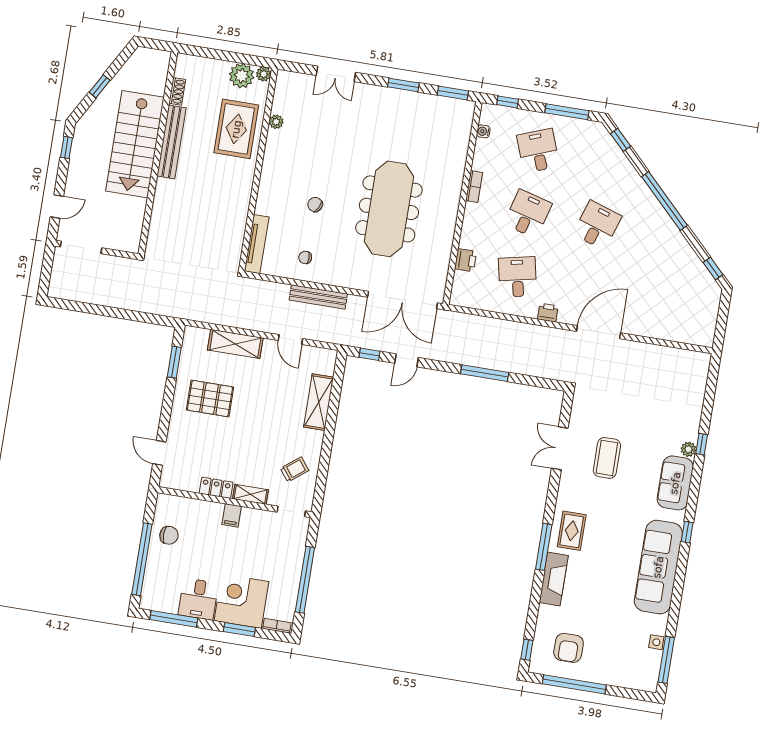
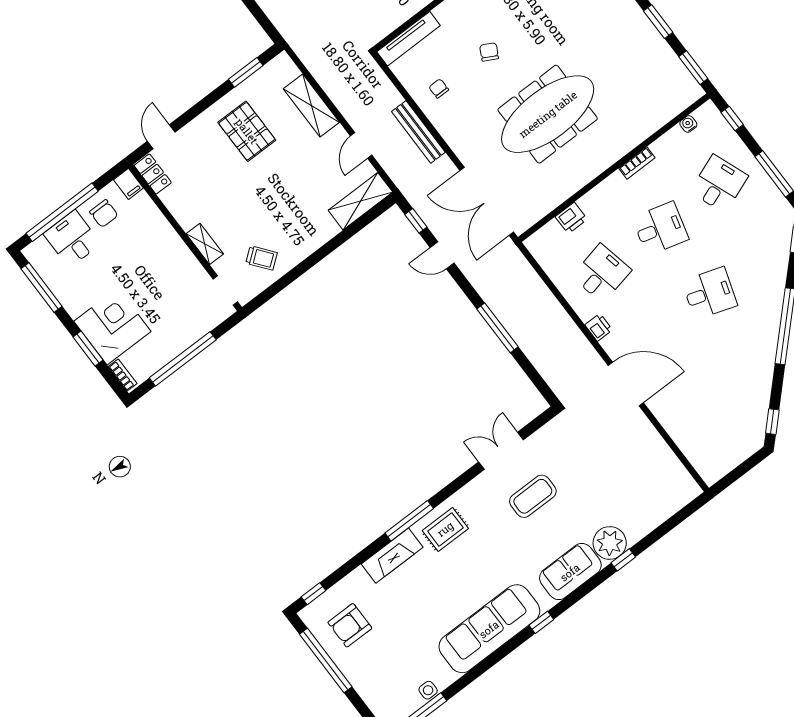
shelving: (319, 402) -> (360, 201), moved
plant: (688, 449) -> (610, 543), width x1.88, depth x1.88
locker: (216, 488) -> (153, 174), moved
filing cabinet: (232, 515) -> (128, 184), moved, turned -90
desk: (198, 599) -> (72, 239), moved, turned 90

